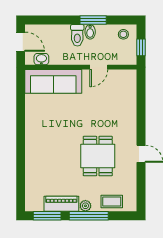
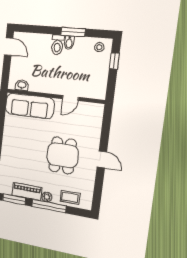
washbasin: (41, 59) -> (22, 85), moved
wall: (81, 67) -> (55, 96), moved
door: (99, 67) -> (70, 98), moved
sofa: (53, 81) -> (30, 106), moved

